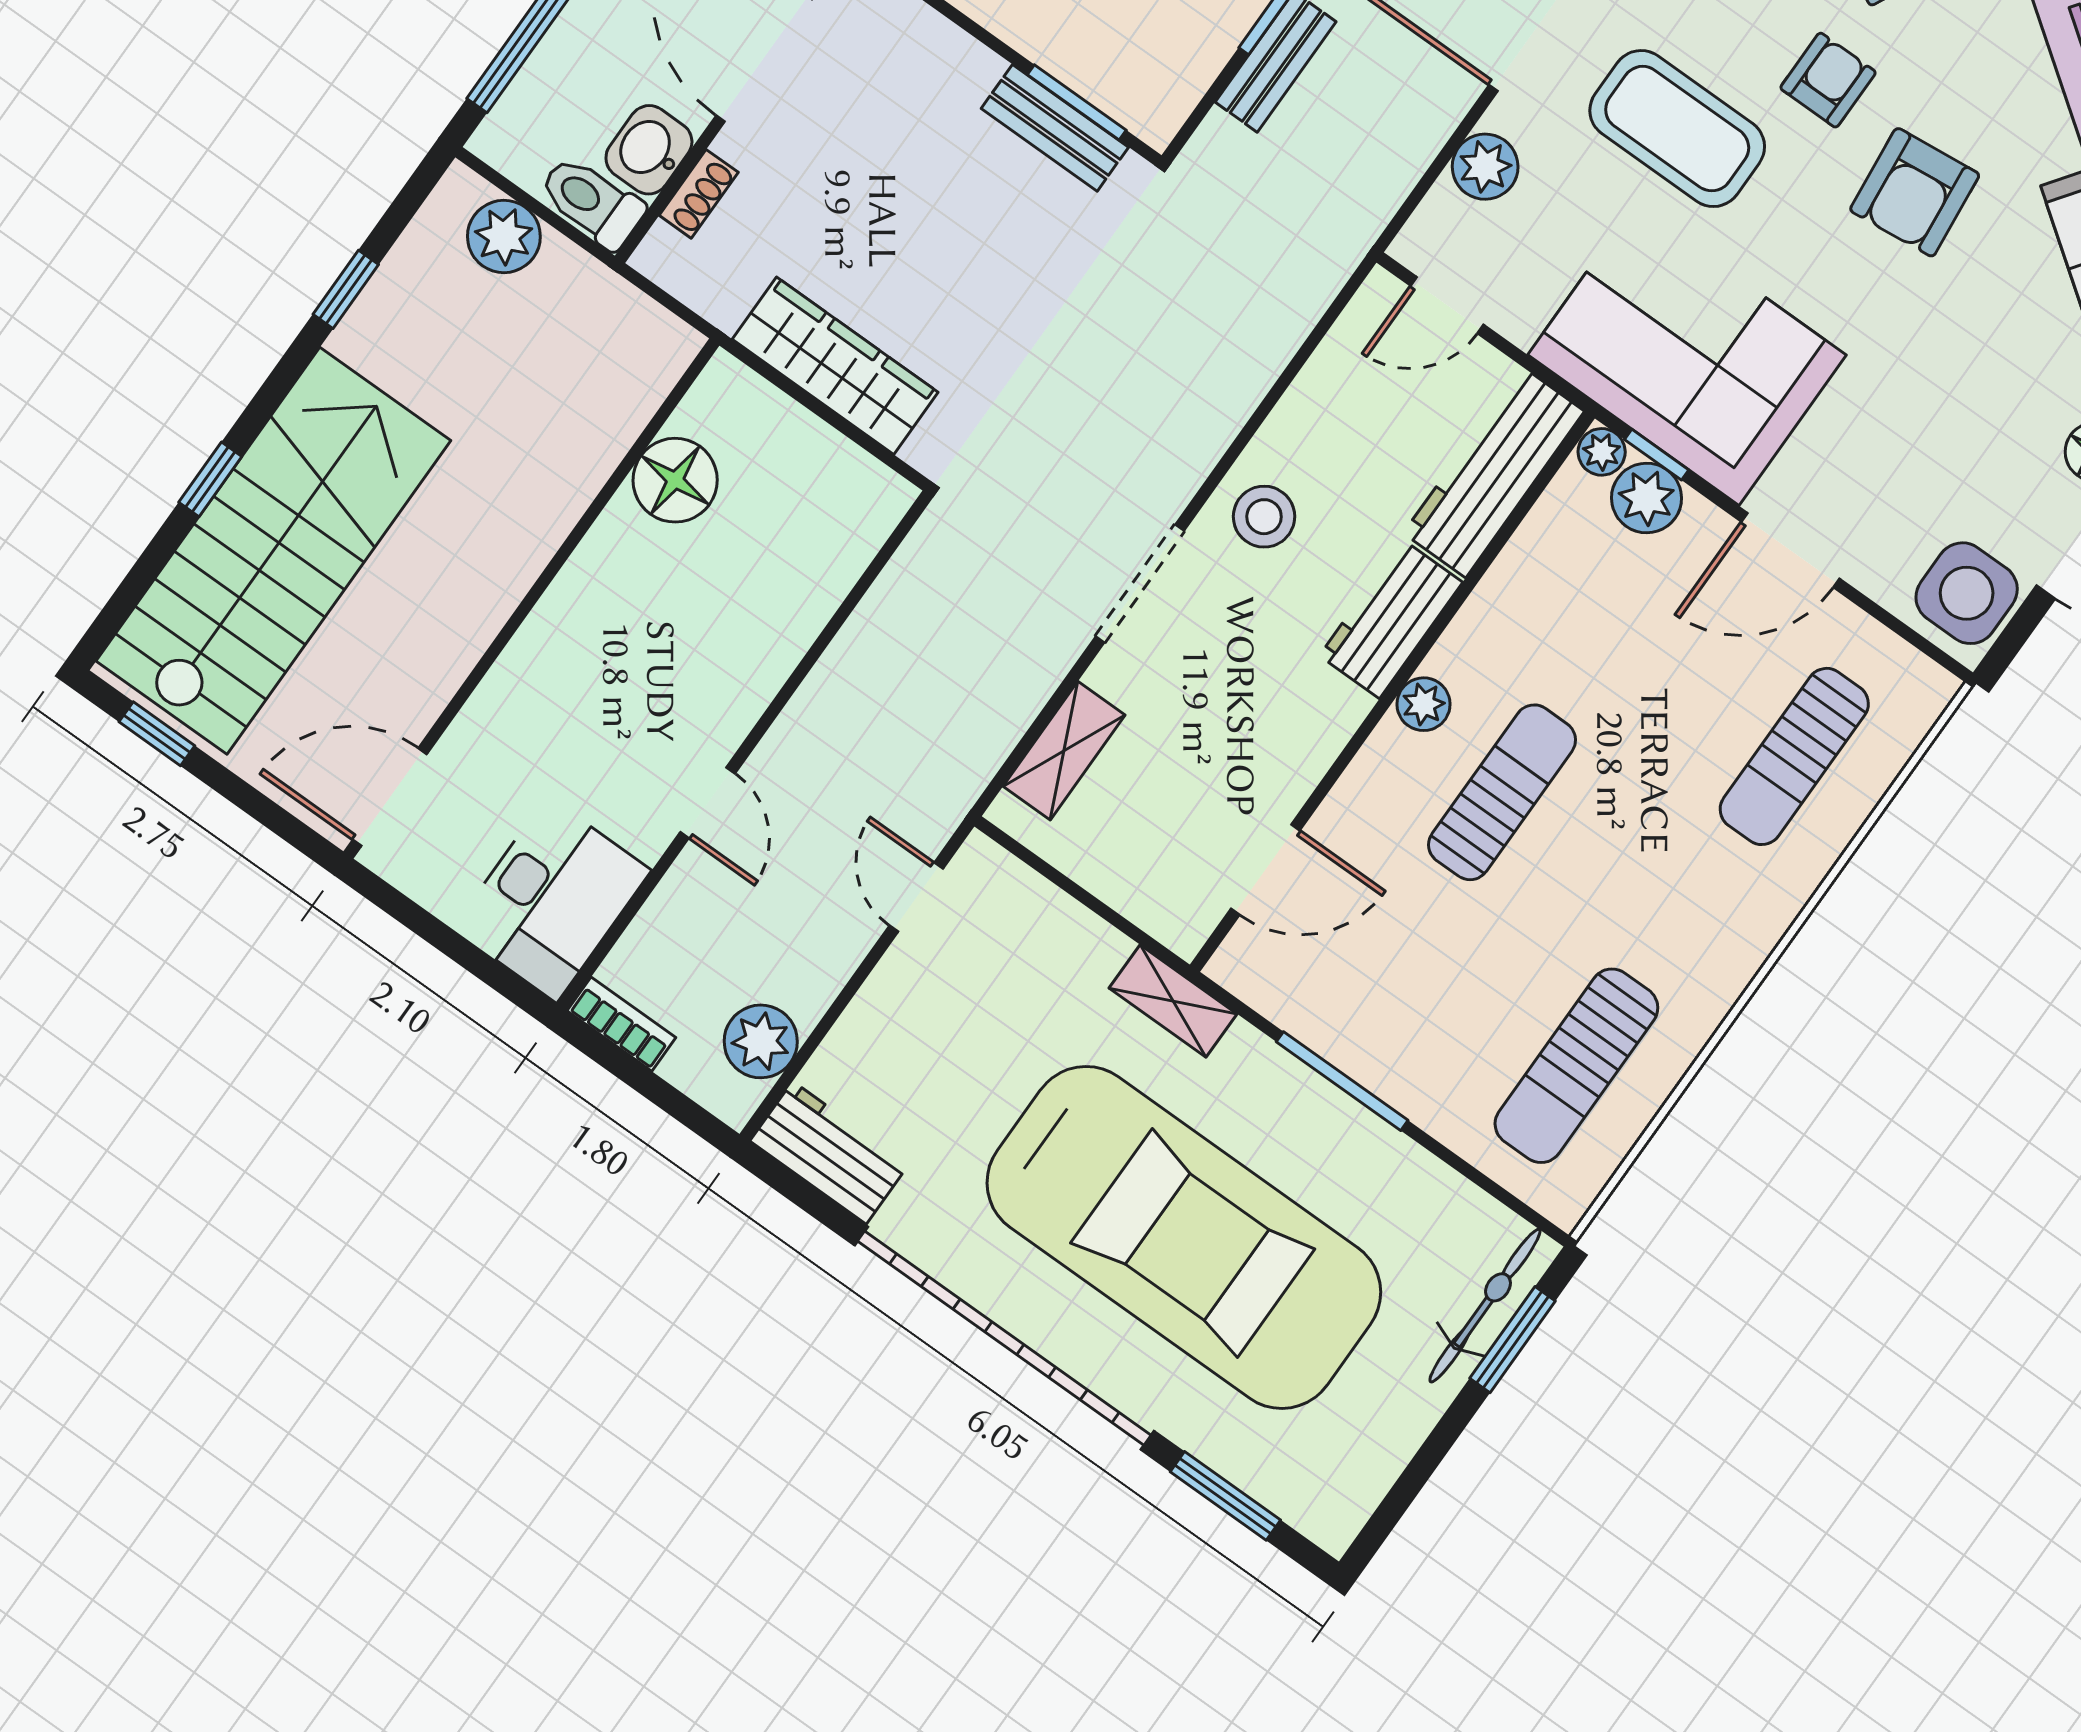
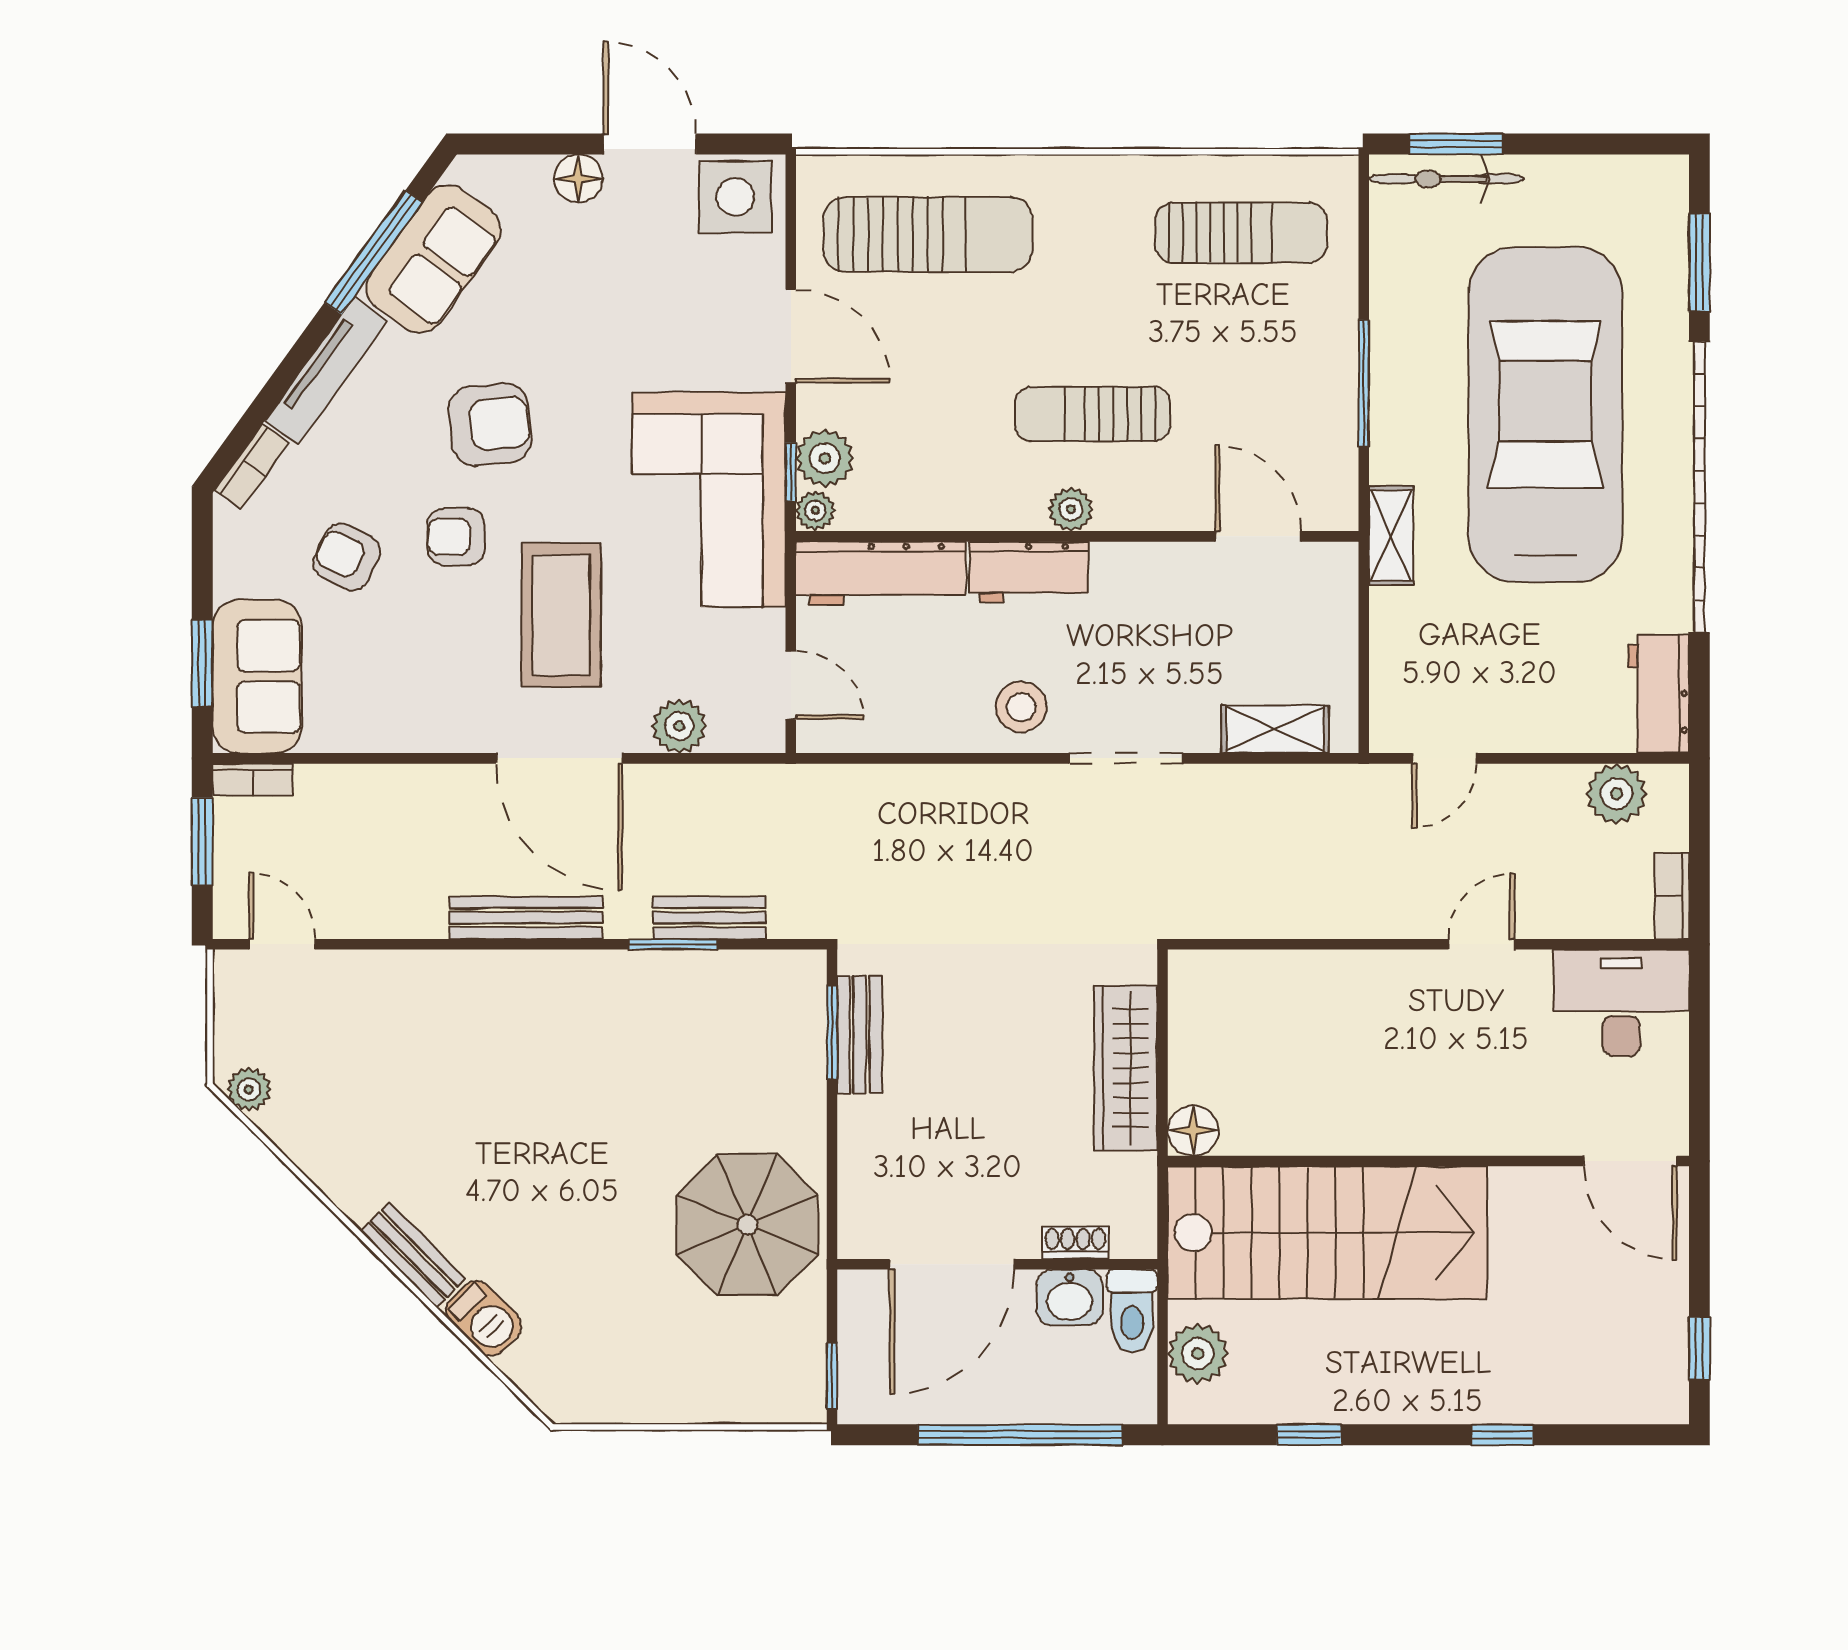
floor lamp: (675, 480) -> (1193, 1131), moved, width x0.73, depth x0.73
stairs: (273, 551) -> (1327, 1233), moved, turned 180
sun lounger: (1794, 756) -> (928, 234), width x1.36, depth x1.34

